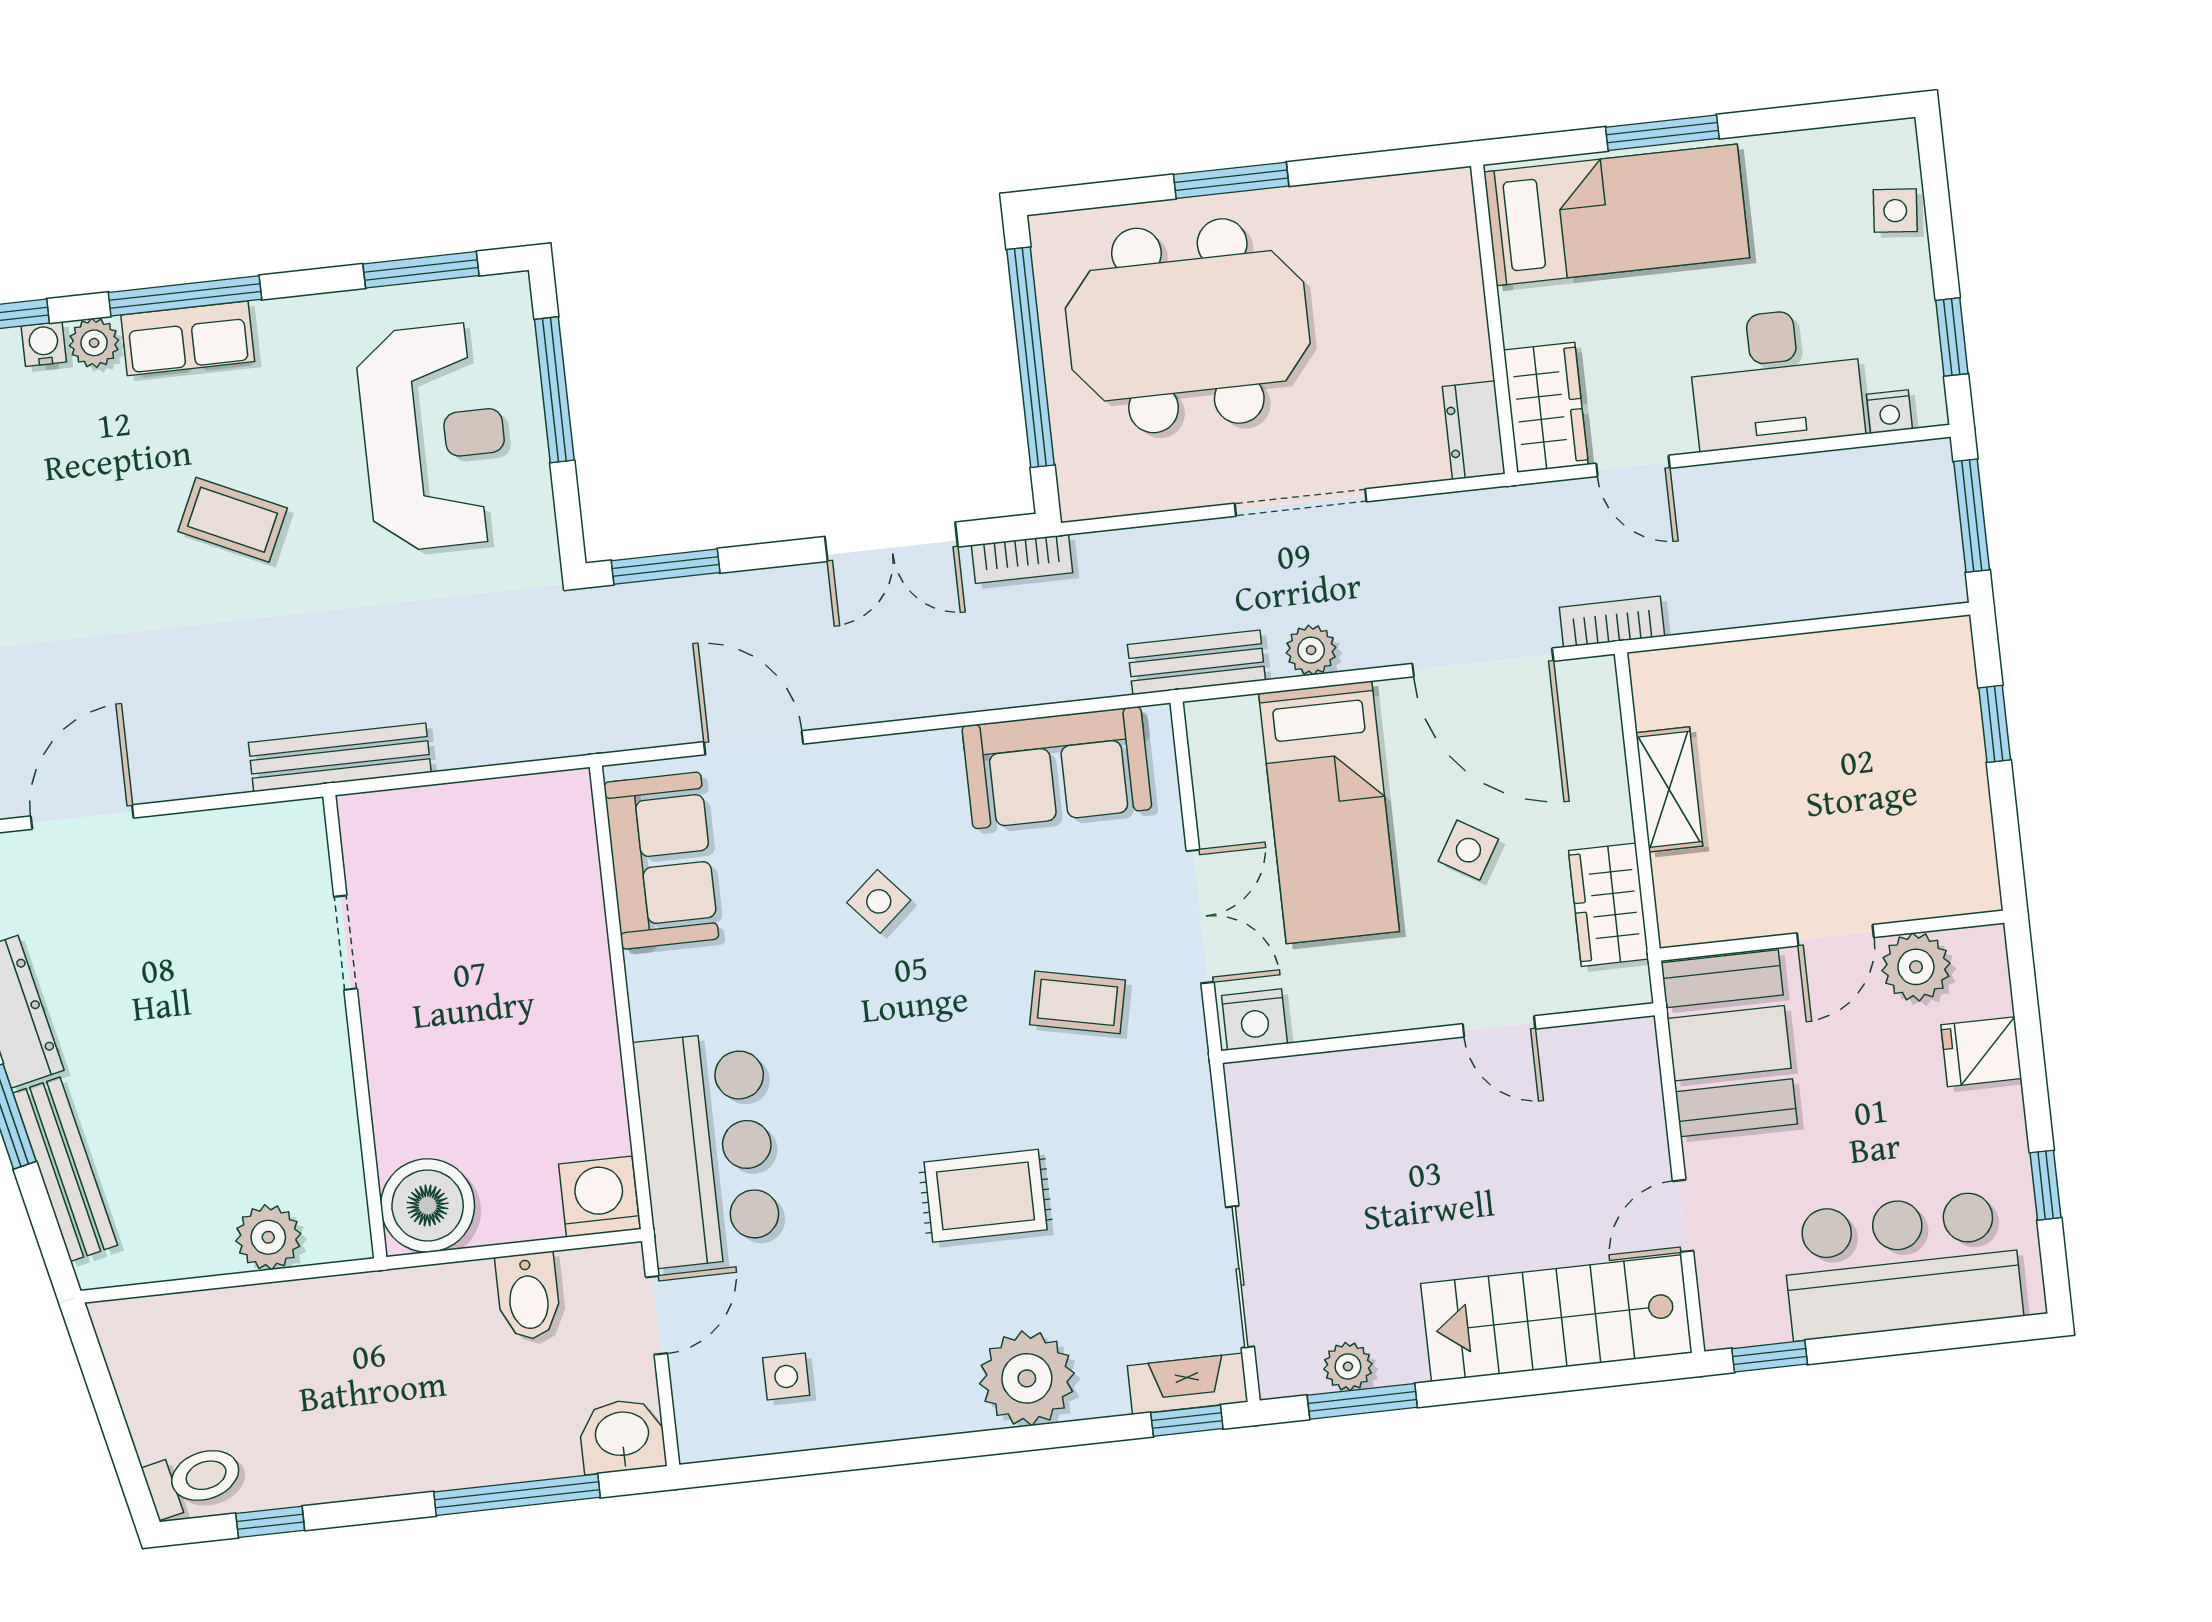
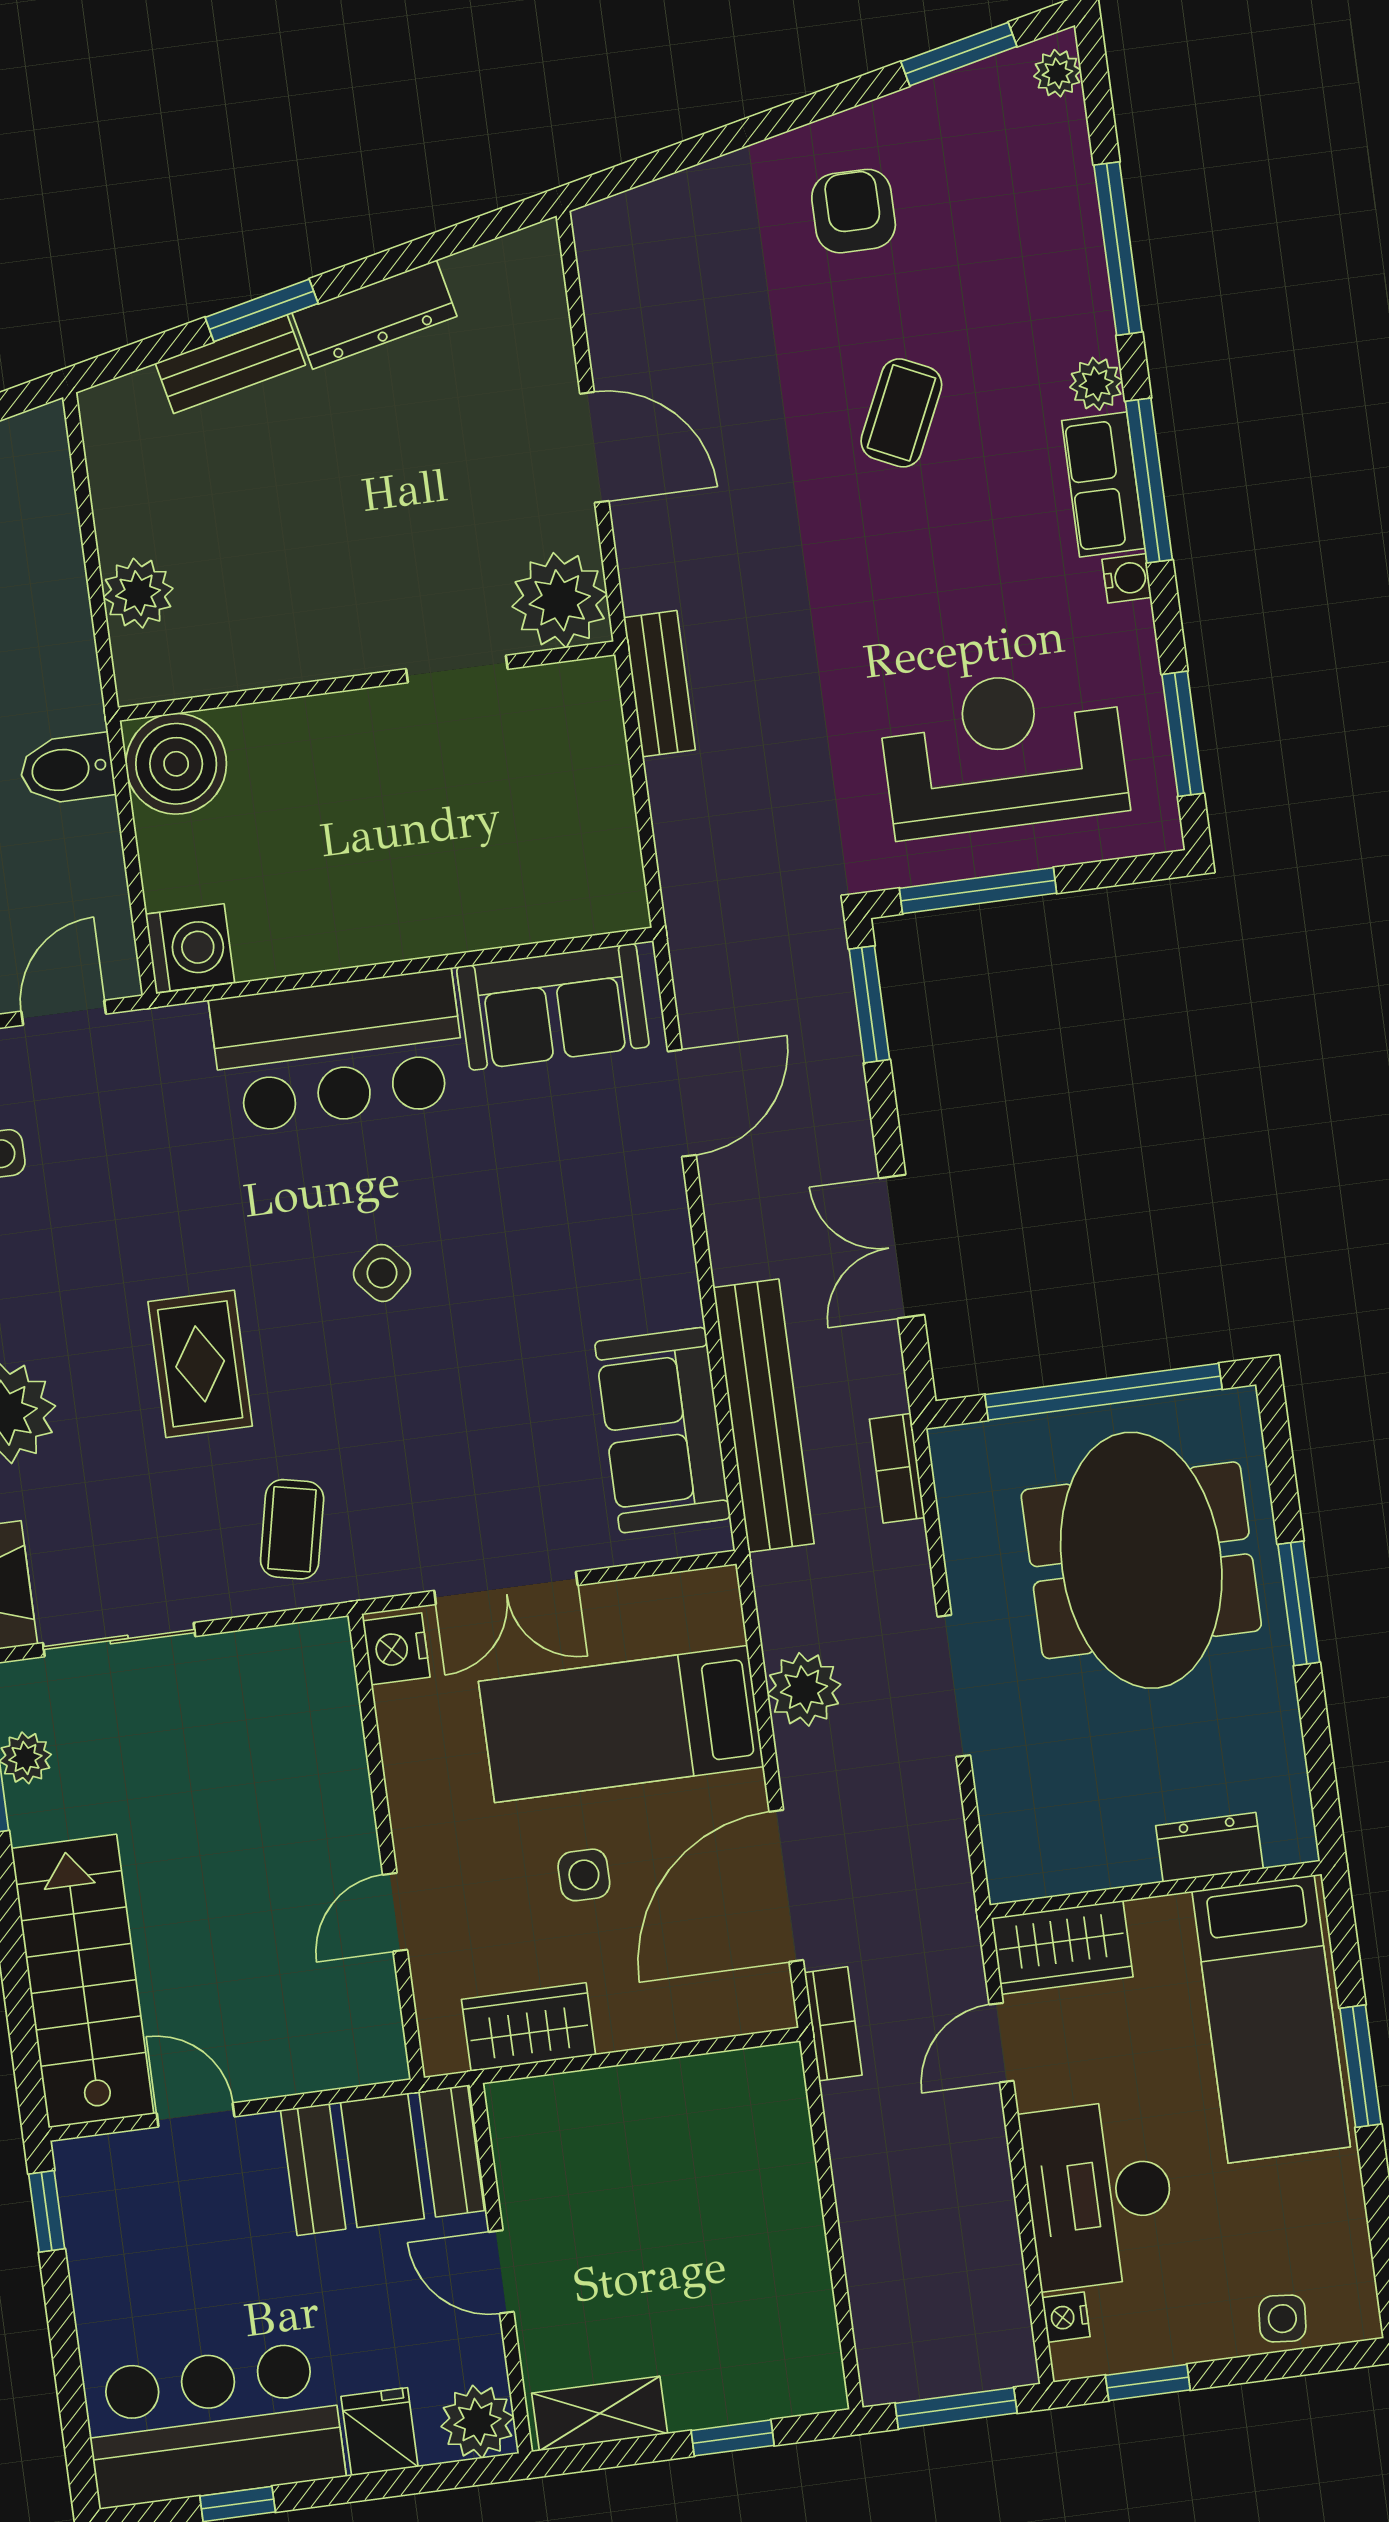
water cooler: (44, 344) -> (1127, 578), moved
window: (554, 390) -> (978, 891), moved
dresser: (1474, 430) -> (1209, 1847), moved
reception desk: (434, 437) -> (1003, 752), turned 180
coffee table: (233, 520) -> (901, 413), moved
bookcase: (1022, 559) -> (897, 1468), moved
plant: (1311, 650) -> (804, 1689), width x1.38, depth x1.38
bench: (1196, 662) -> (764, 1416), moved, width x1.86, depth x1.21
bench: (340, 757) -> (659, 684), width x0.73
shelving: (1669, 789) -> (600, 2413), moved
door: (82, 817) -> (594, 447), moved
plant: (284, 846) -> (560, 600), added
side table: (1468, 850) -> (584, 1875), turned -31
side table: (879, 901) -> (382, 1273), moved
plant: (1916, 967) -> (478, 2422), moved
coffee table: (1077, 1002) -> (292, 1529), moved
bar counter: (708, 1149) -> (339, 1051), moved
bench: (65, 1169) -> (230, 364), width x0.73
bar counter: (1902, 1265) -> (214, 2424), moved, turned -90
bidet: (528, 1296) -> (67, 769), moved
door: (656, 1315) -> (64, 1013), swing flipped

